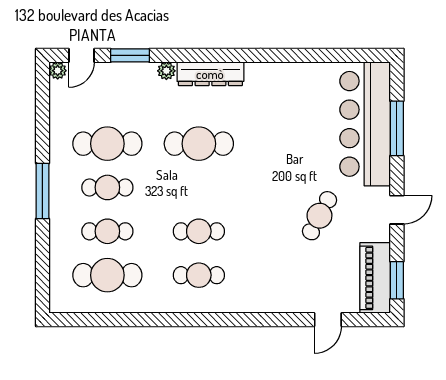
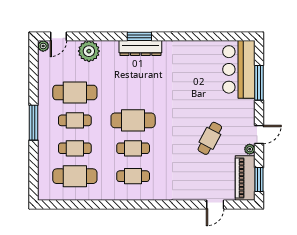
window: (130, 55) -> (139, 36), moved
plant: (166, 71) -> (89, 51), moved, width x1.88, depth x1.88
bar counter: (365, 124) -> (239, 69), width x0.73
cafe table: (199, 144) -> (133, 120), moved
plant: (382, 233) -> (250, 149), added

